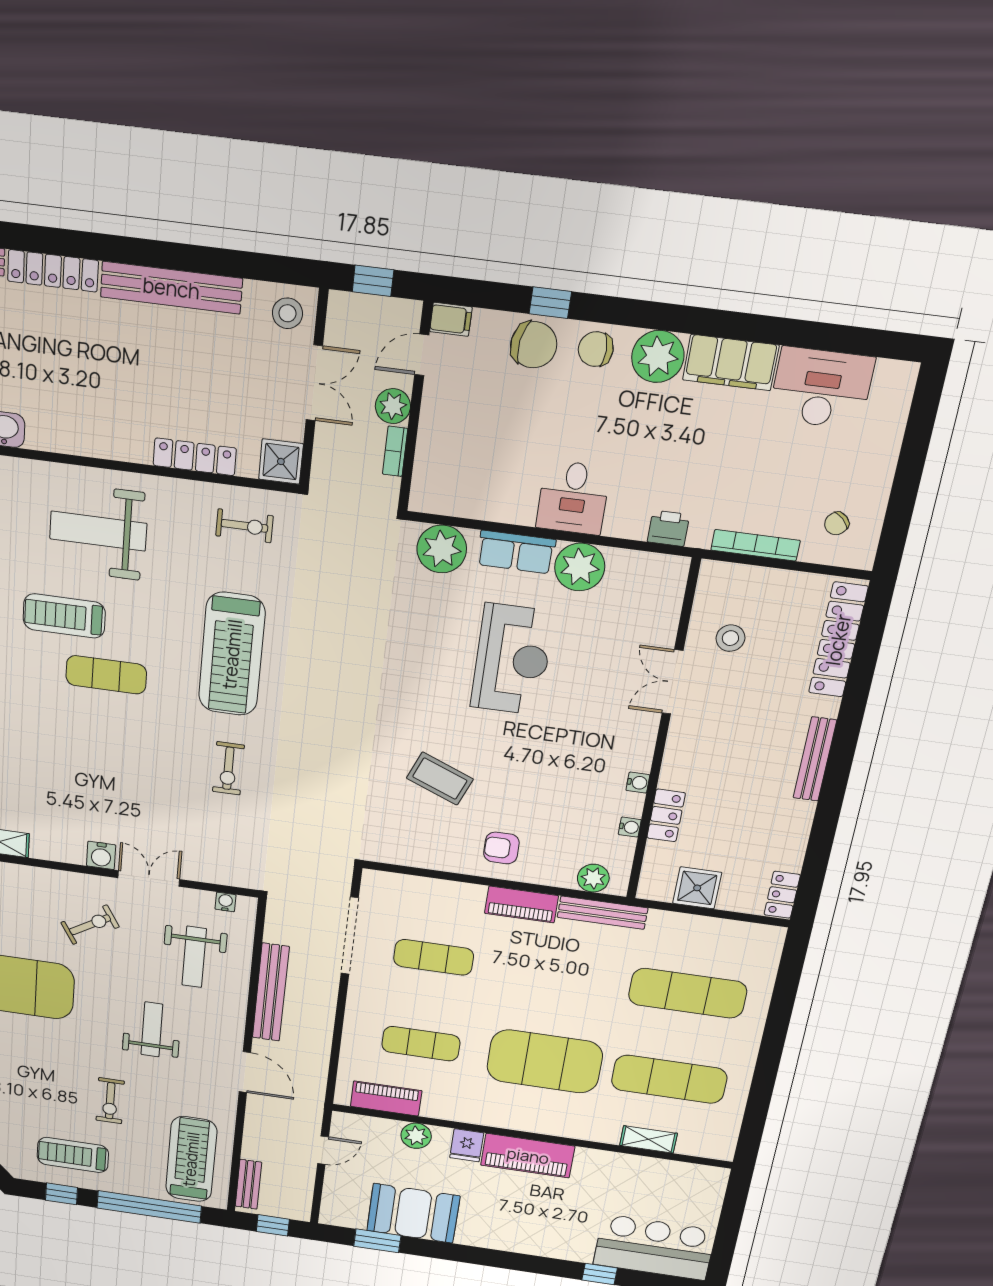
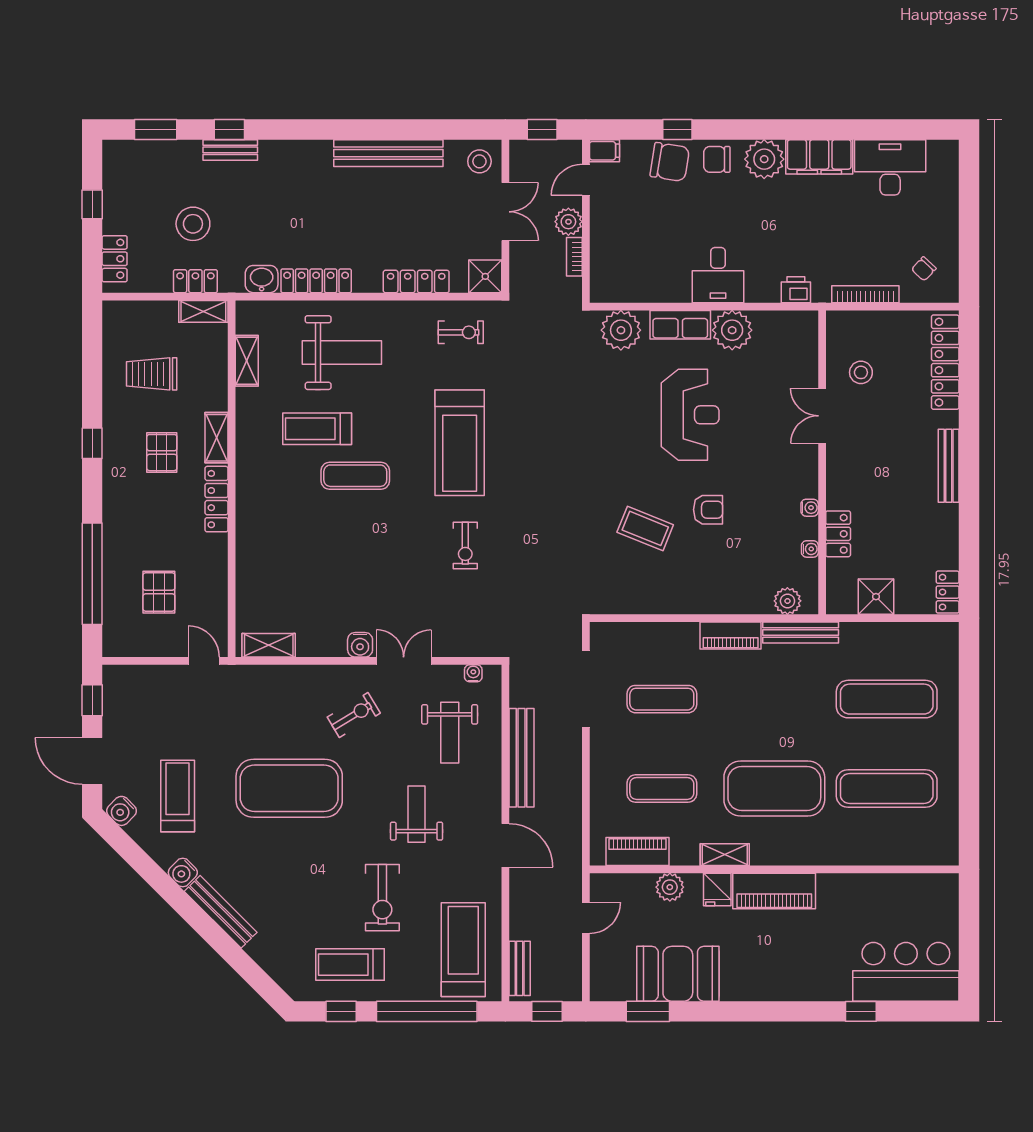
locker: (53, 271) -> (316, 281), moved, turned 180
weight bench: (98, 531) -> (342, 353), turned 180
armchair: (501, 848) -> (708, 510), moved, turned 180
exercise bike: (110, 1101) -> (382, 898), width x1.38, depth x1.39
shelving: (648, 1139) -> (725, 855), moved

